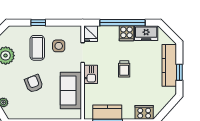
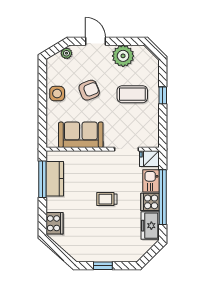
side table: (59, 46) -> (57, 94), moved
kitchen counter: (169, 65) -> (111, 254), removed
kitchen sink: (91, 74) -> (151, 181), moved, turned 90

